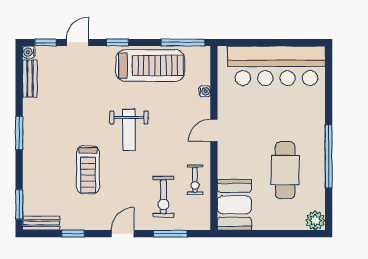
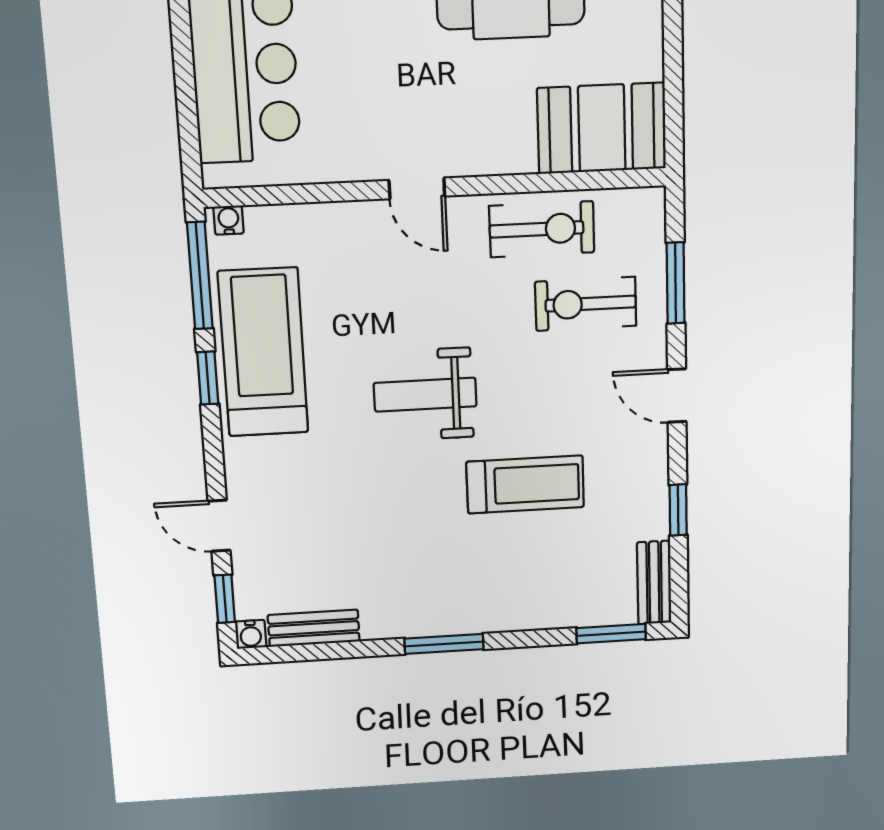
window: (117, 42) -> (208, 378), moved
water cooler: (205, 91) -> (229, 220), moved
weight bench: (129, 130) -> (425, 395), turned 180
exercise bike: (195, 180) -> (542, 229), width x1.38, depth x1.39
exercise bike: (163, 197) -> (586, 304), turned 180

